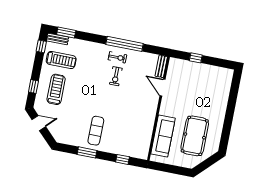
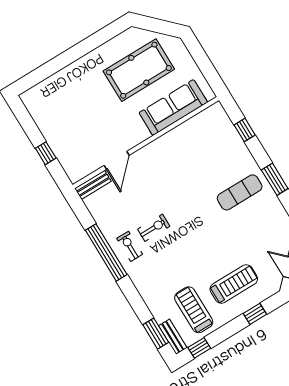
treadmill: (56, 89) -> (234, 284), turned 180

